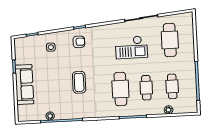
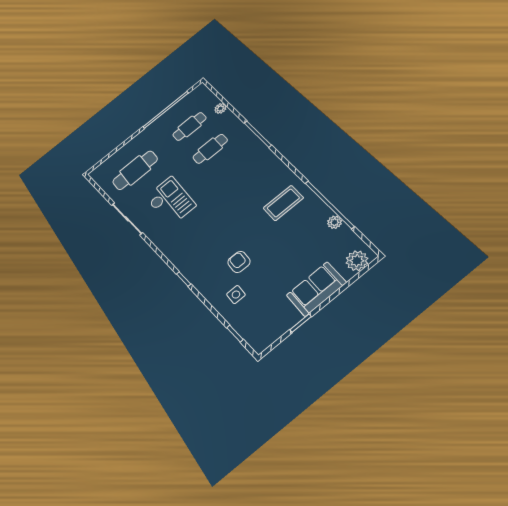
armchair: (79, 42) -> (239, 262), moved
coffee table: (79, 82) -> (283, 203), moved
sofa: (24, 84) -> (316, 289), width x0.73
cafe table: (120, 89) -> (232, 173), removed
plant: (23, 111) -> (357, 261), added

